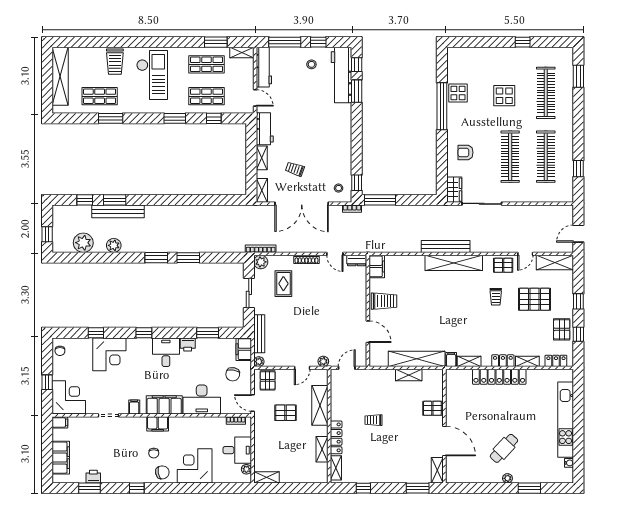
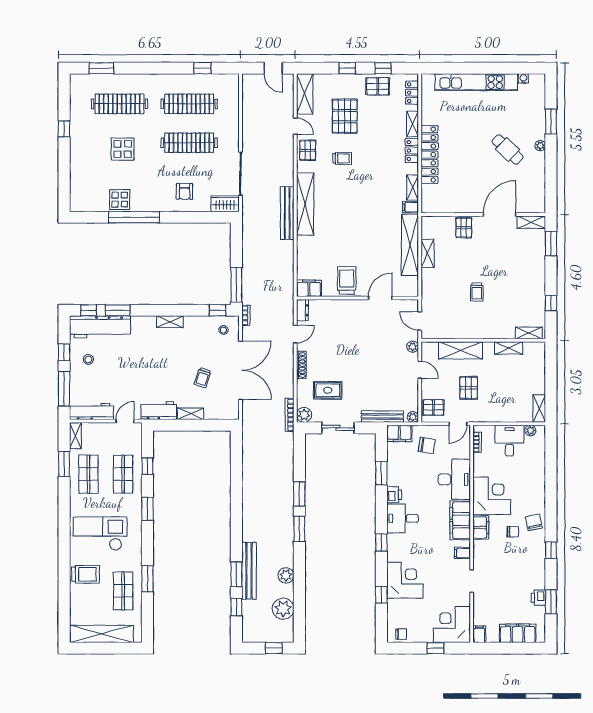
shelving: (262, 190) -> (170, 322), moved
locker: (336, 437) -> (496, 333), removed
corner desk: (195, 466) -> (492, 496), moved, turned 180

